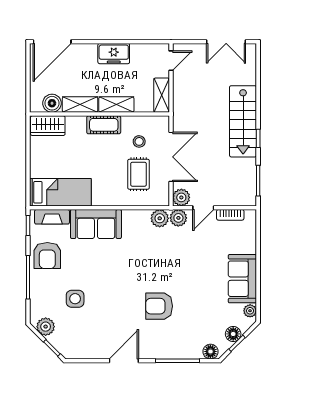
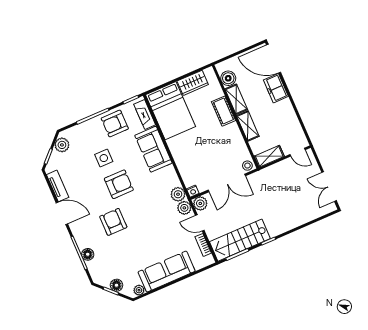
freezer: (114, 54) -> (276, 88), moved
stairs: (243, 121) -> (240, 240), moved
cot: (104, 125) -> (224, 111), moved
wardrobe: (48, 126) -> (193, 83), moved, turned -90
stool: (139, 141) -> (247, 166), moved
rug: (138, 174) -> (204, 165), removed
bed: (60, 192) -> (170, 111), width x1.50
nightstand: (163, 200) -> (193, 191), added
sofa: (242, 279) -> (167, 272), width x1.36
armchair: (119, 281) -> (119, 184), added
side table: (75, 299) -> (104, 158), moved
tv unit: (90, 352) -> (58, 186), added
floor lamp: (210, 352) -> (88, 254), moved

